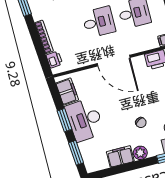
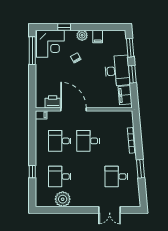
printer: (54, 60) -> (128, 121), removed
door: (114, 61) -> (74, 109), moved
filing cabinet: (120, 157) -> (98, 36), width x0.50

